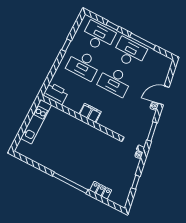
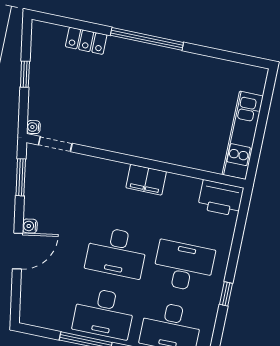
desk: (115, 81) -> (117, 252), turned 180

